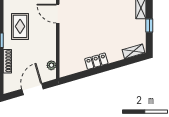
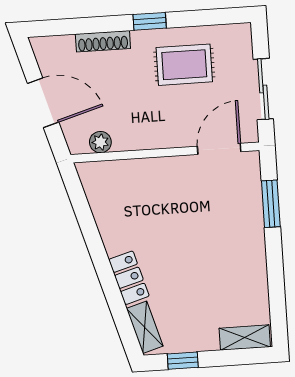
window: (149, 25) -> (183, 361), moved
locker: (96, 61) -> (129, 278), moved

